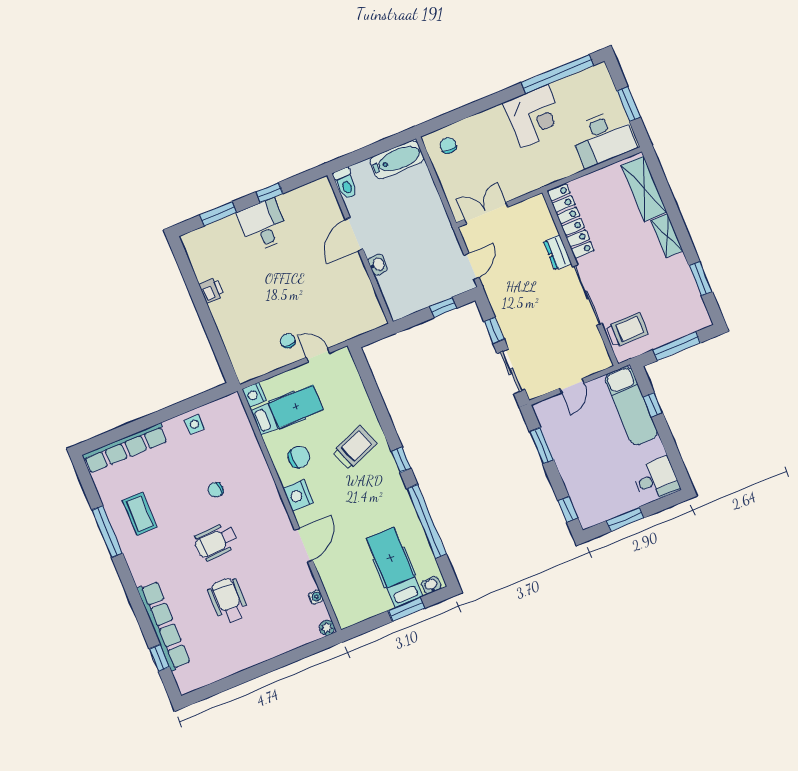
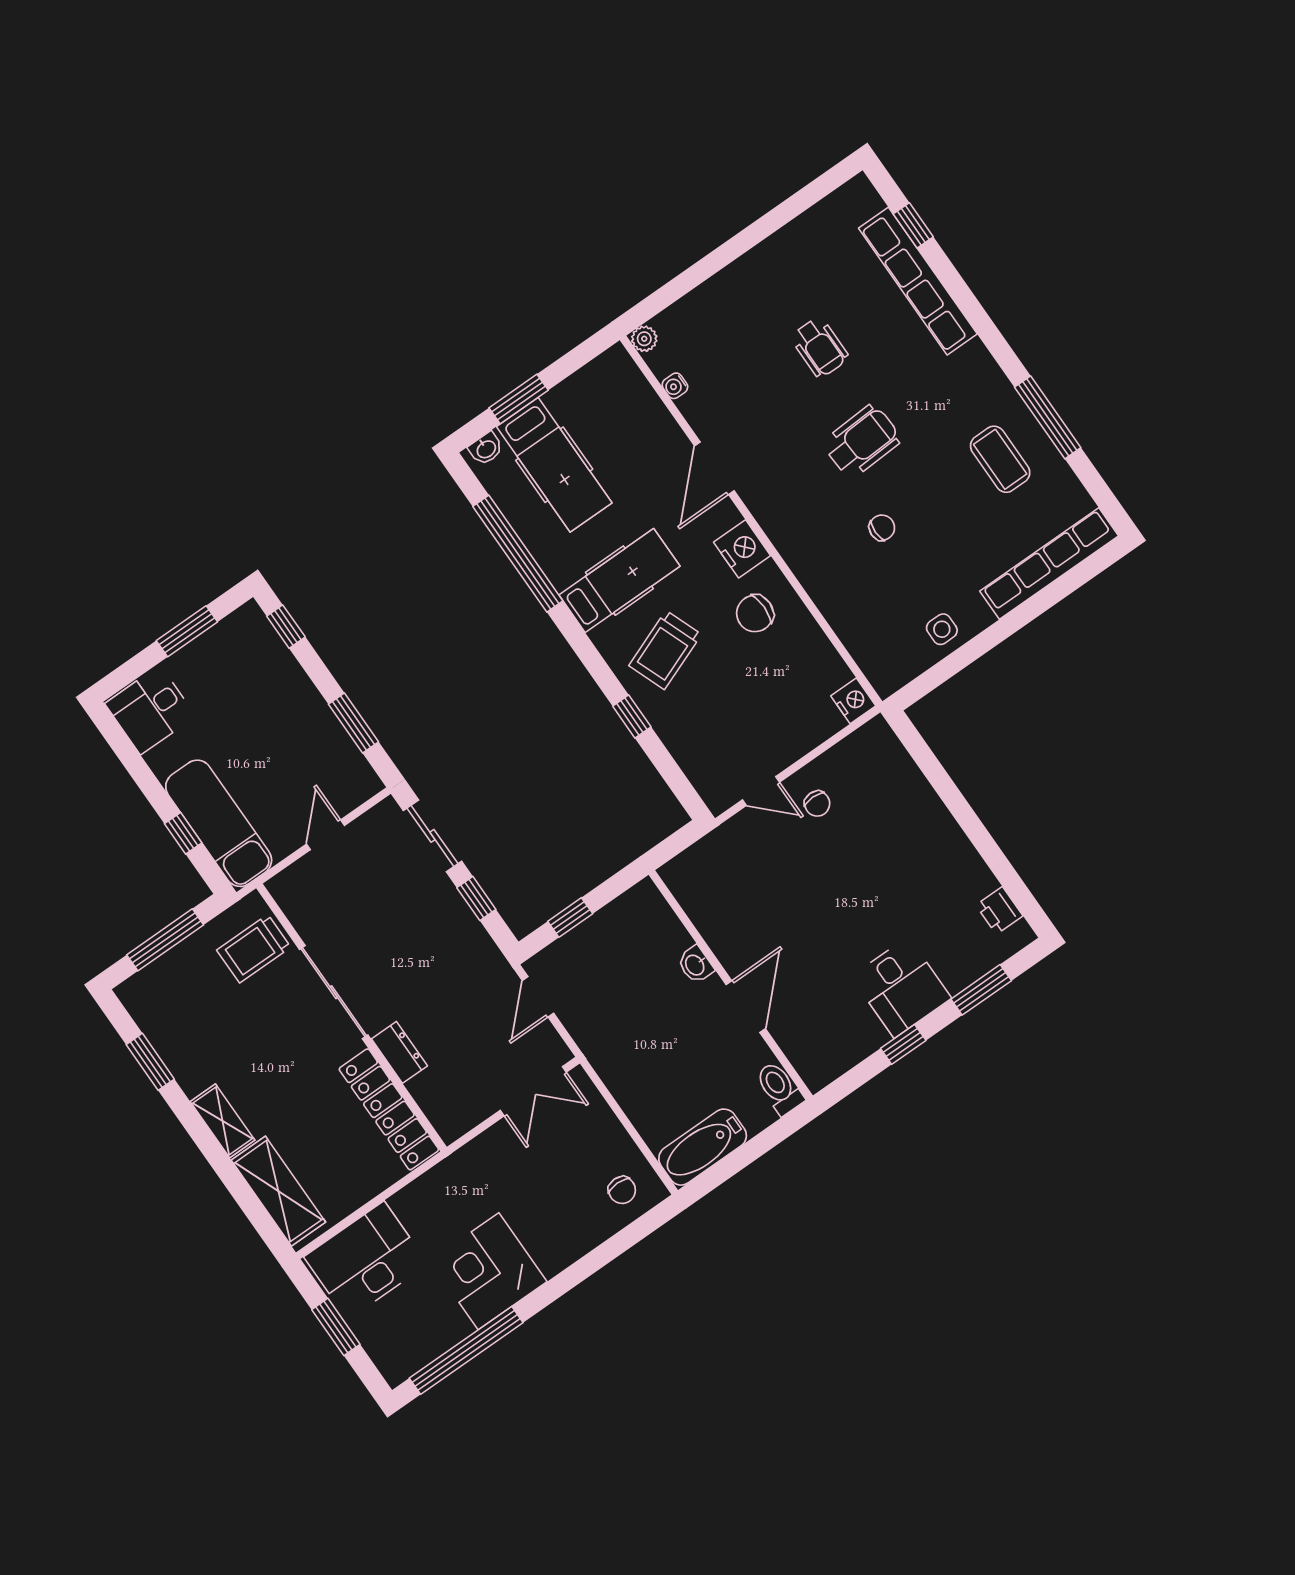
printer: (211, 290) -> (999, 911), moved
hospital bed: (287, 410) -> (619, 581), moved, turned 180
window: (401, 460) -> (632, 716), moved
wheelchair: (228, 601) -> (820, 347), width x0.73, depth x0.73

